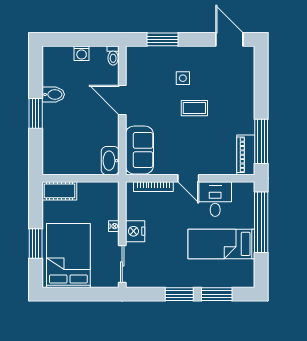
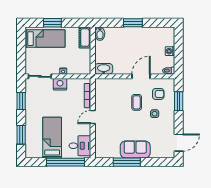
armchair: (151, 72) -> (158, 94), added
bidet: (53, 94) -> (100, 34), moved
coffee table: (194, 108) -> (137, 102), moved
window: (261, 141) -> (127, 162), moved
sofa: (139, 150) -> (135, 149), moved, turned 180
piano: (246, 155) -> (107, 153), removed
desk: (215, 199) -> (80, 146), moved
bed: (68, 256) -> (45, 39), width x0.67
window: (179, 294) -> (21, 101), moved

